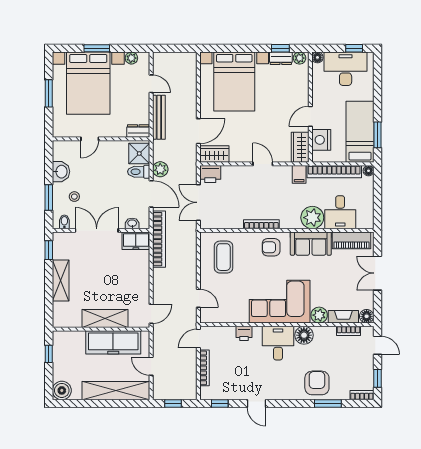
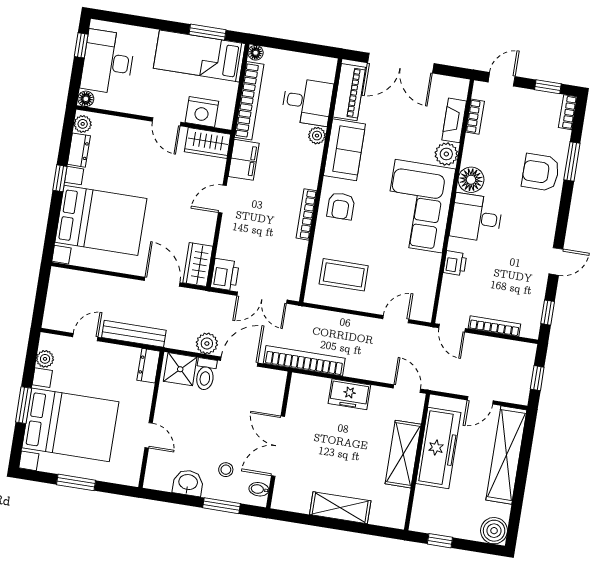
window: (280, 48) -> (60, 178), moved
filing cabinet: (299, 174) -> (244, 160), width x2.00
plant: (312, 218) -> (317, 136), width x0.53, depth x0.53
washbasin: (132, 223) -> (276, 395), removed
freezer: (136, 241) -> (349, 394), moved, turned 90
window: (49, 250) -> (295, 517), removed
double door: (377, 273) -> (401, 63), width x1.37
floor lamp: (367, 316) -> (459, 88), removed

